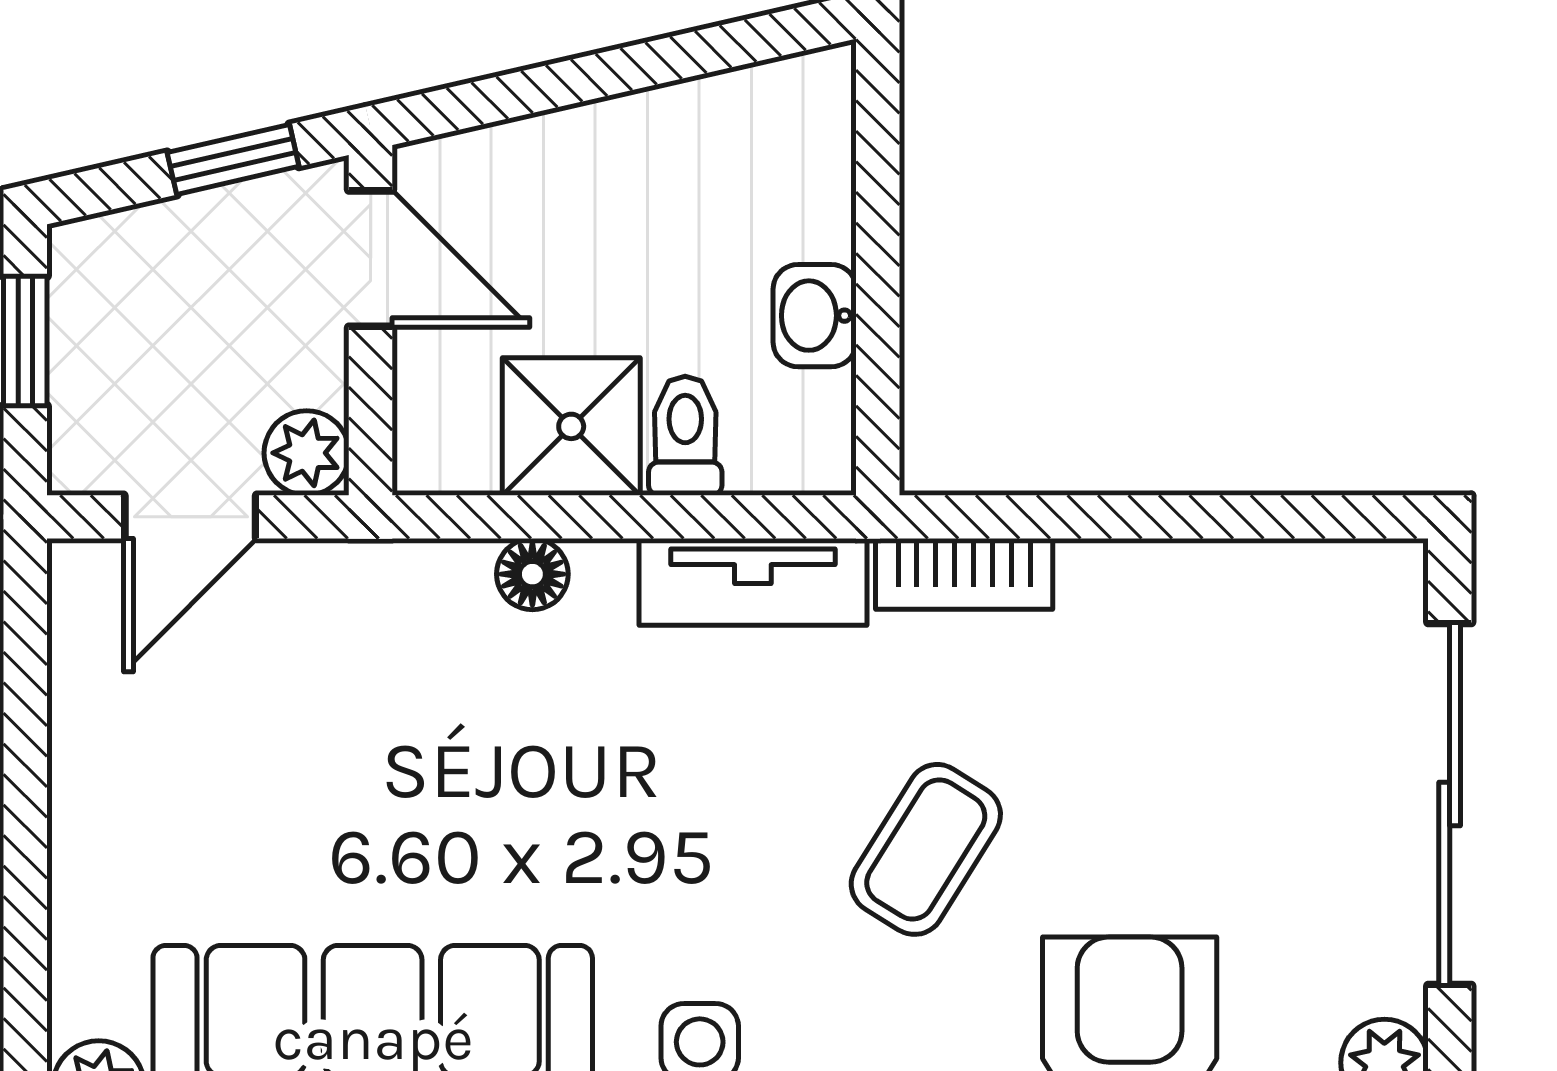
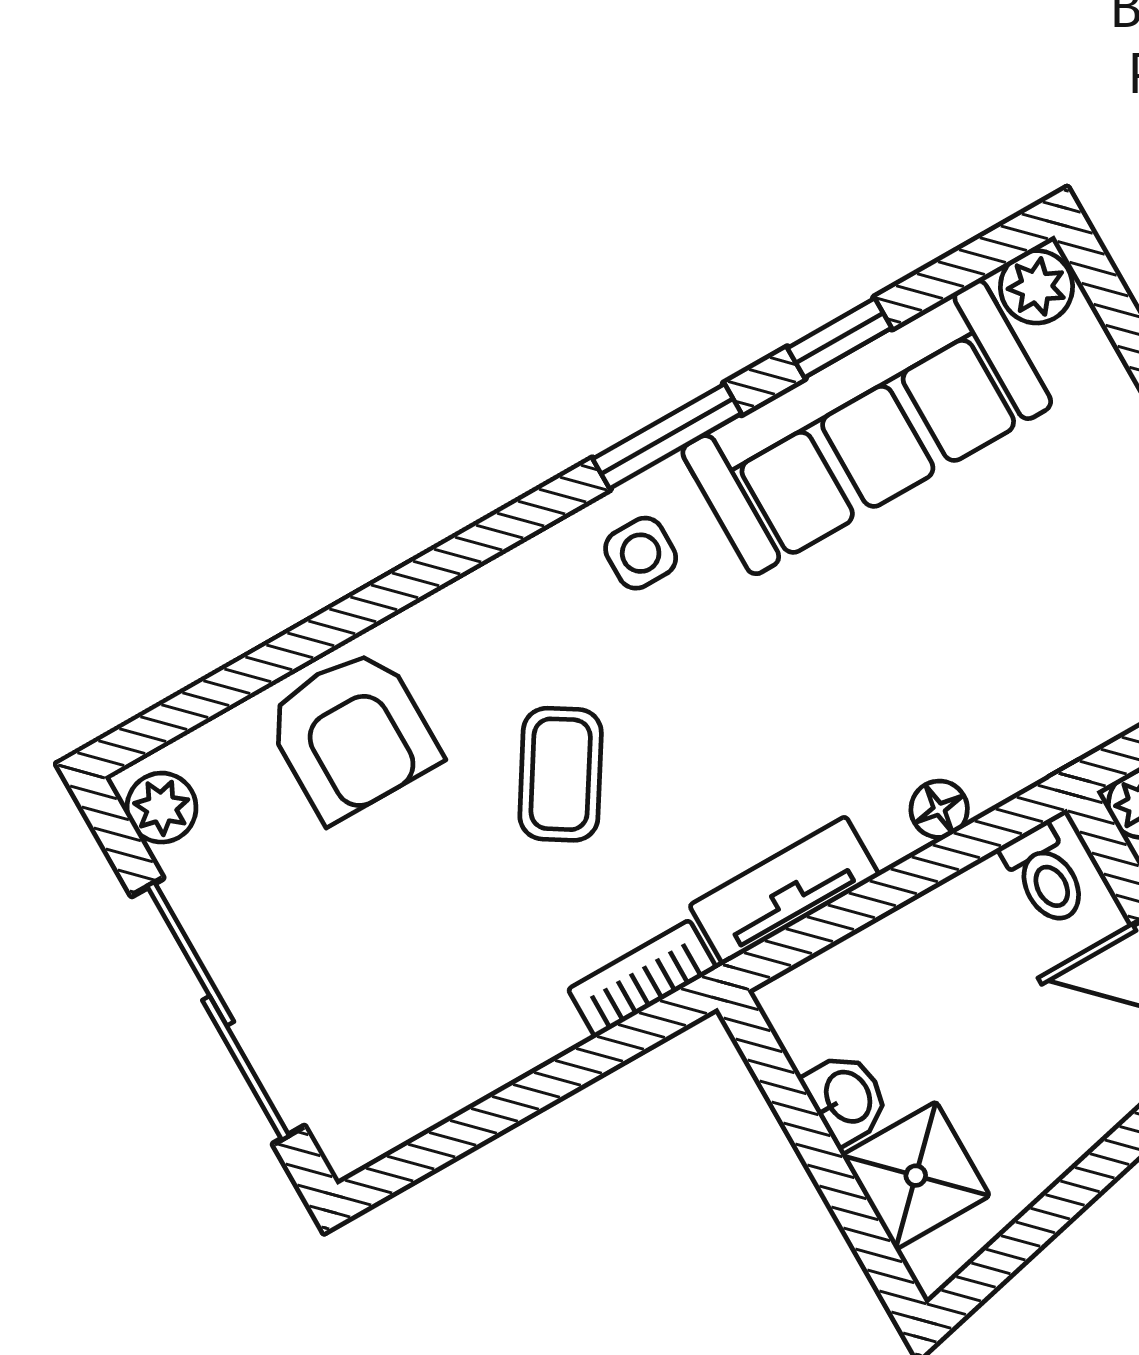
shower: (571, 426) -> (916, 1176), moved
toilet: (685, 436) -> (1045, 875), moved

